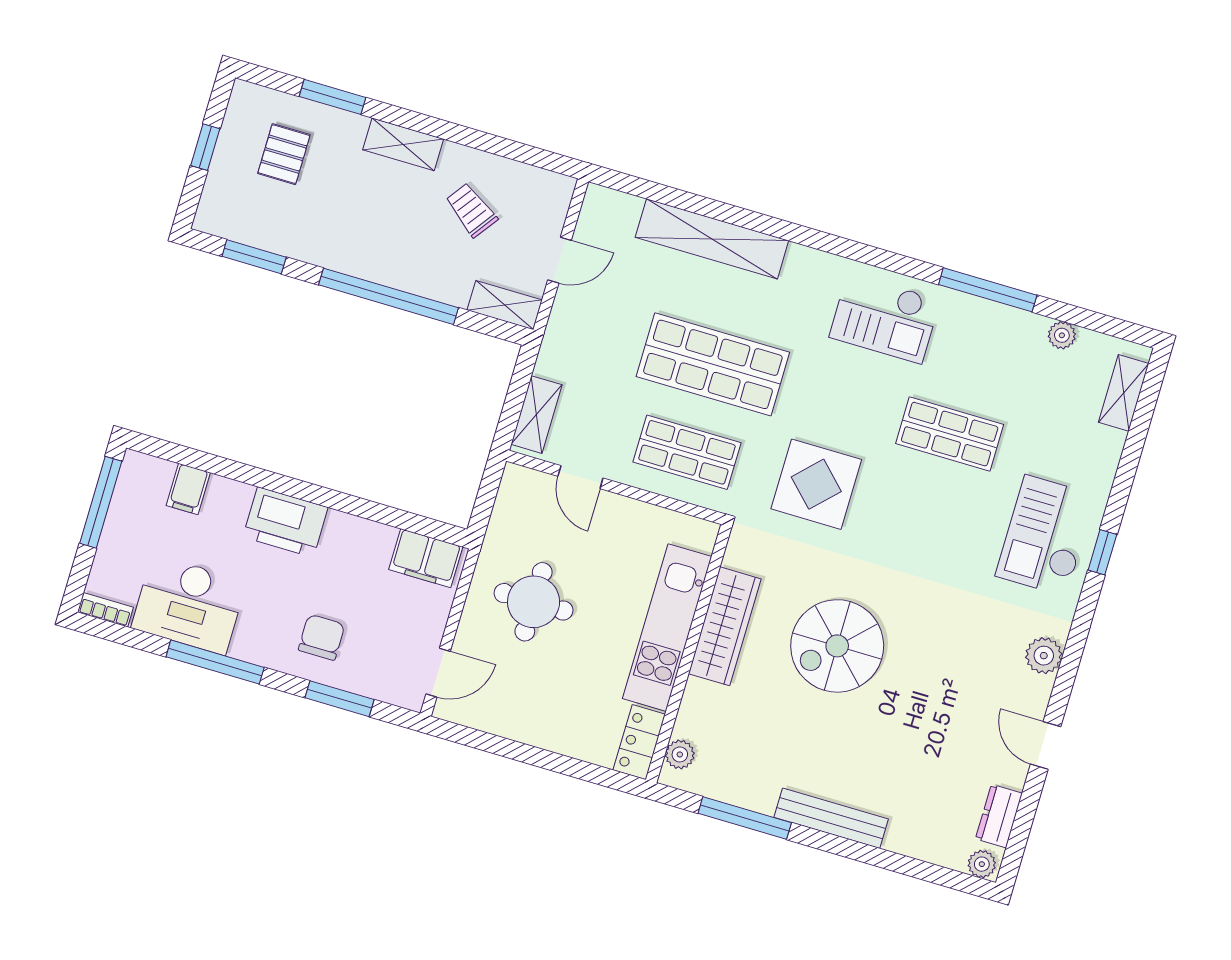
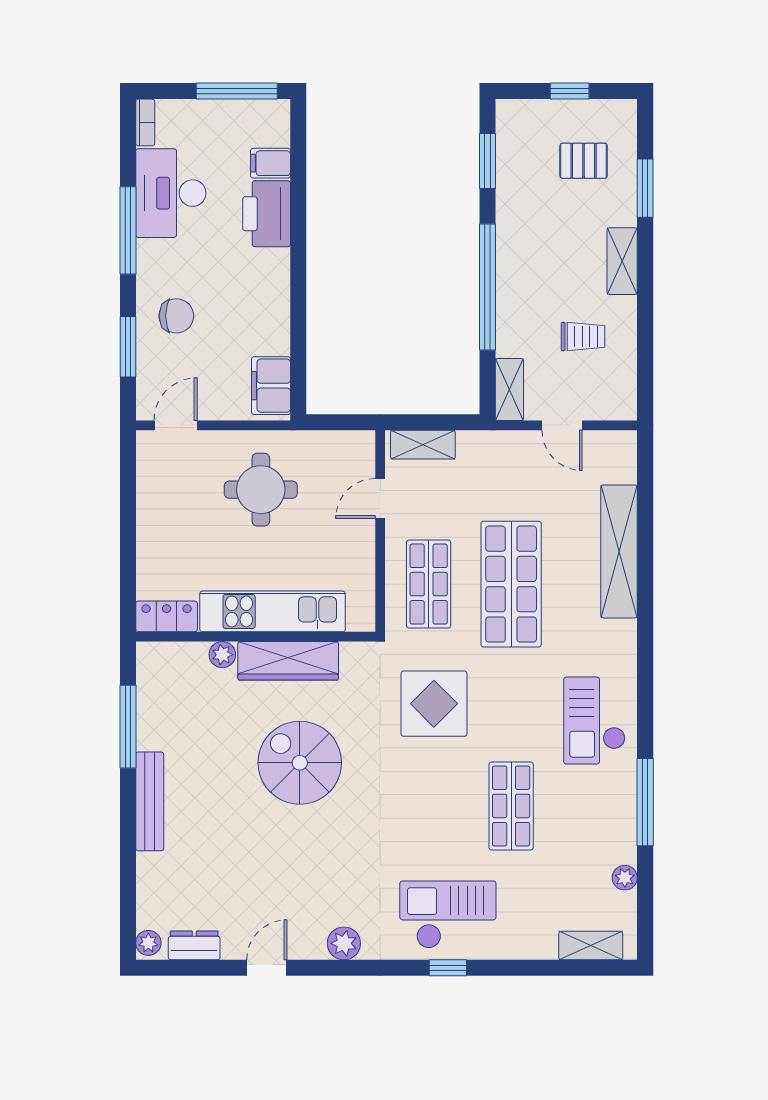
trolley: (471, 210) -> (583, 337), turned 54
printer: (285, 522) -> (267, 214), moved
door: (438, 673) -> (176, 425), swing flipped
plant: (680, 754) -> (222, 655), moved

